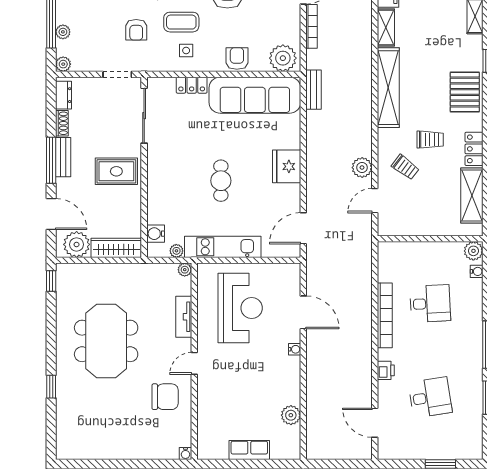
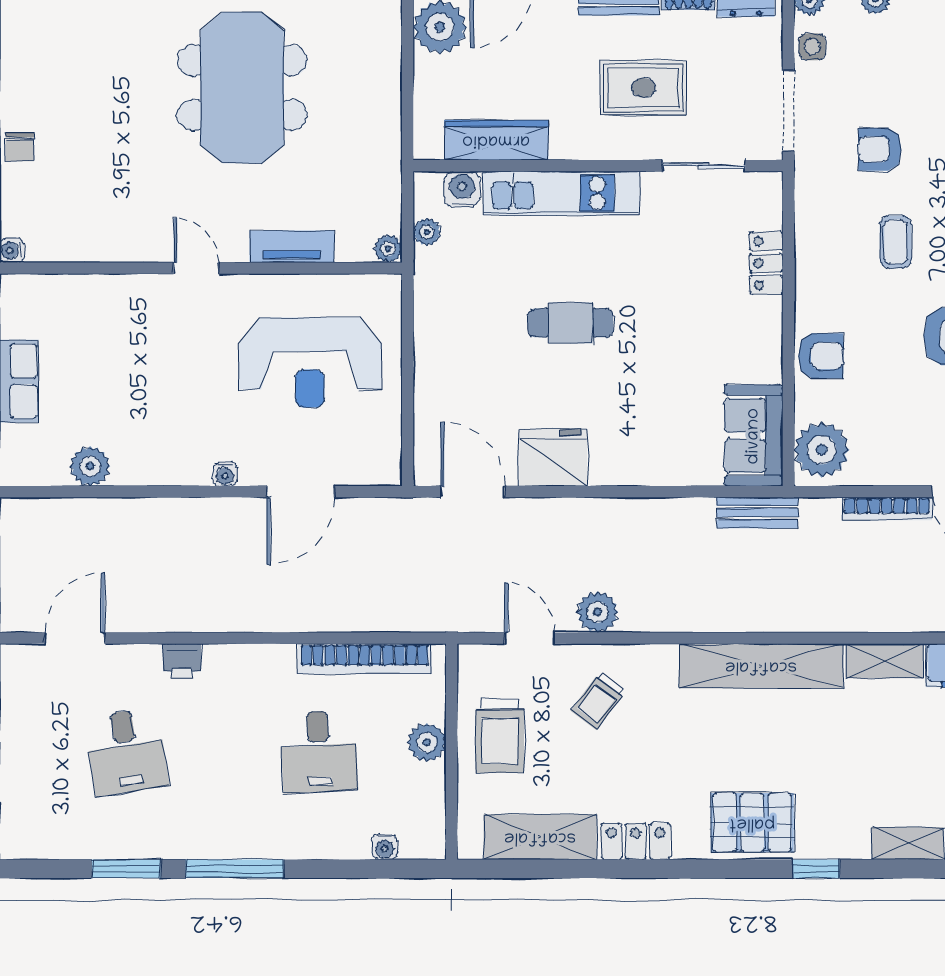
coffee table: (181, 22) -> (896, 242), width x0.73, depth x0.77
side table: (186, 51) -> (812, 47), moved
doorway: (117, 74) -> (788, 111), width x1.38
sofa: (255, 95) -> (754, 436), width x0.54, depth x0.79
sliding door: (144, 116) -> (704, 166), width x0.73
trolley: (430, 140) -> (500, 736), moved, width x1.36, depth x1.39
fridge: (287, 166) -> (553, 457), moved
rug: (116, 171) -> (643, 88), moved, turned 90
kitchen unit: (223, 247) -> (561, 193), moved, turned 90
wardrobe: (116, 248) -> (496, 140), moved, turned -90
plant: (473, 251) -> (427, 742), moved
bookcase: (385, 315) -> (365, 659), moved
meeting table: (106, 341) -> (242, 88), turned 90
chair: (165, 397) -> (20, 147), moved, width x0.54, depth x0.54

